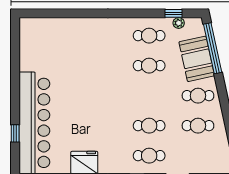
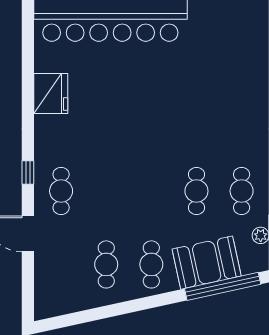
cafe table: (149, 126) -> (106, 191), removed

